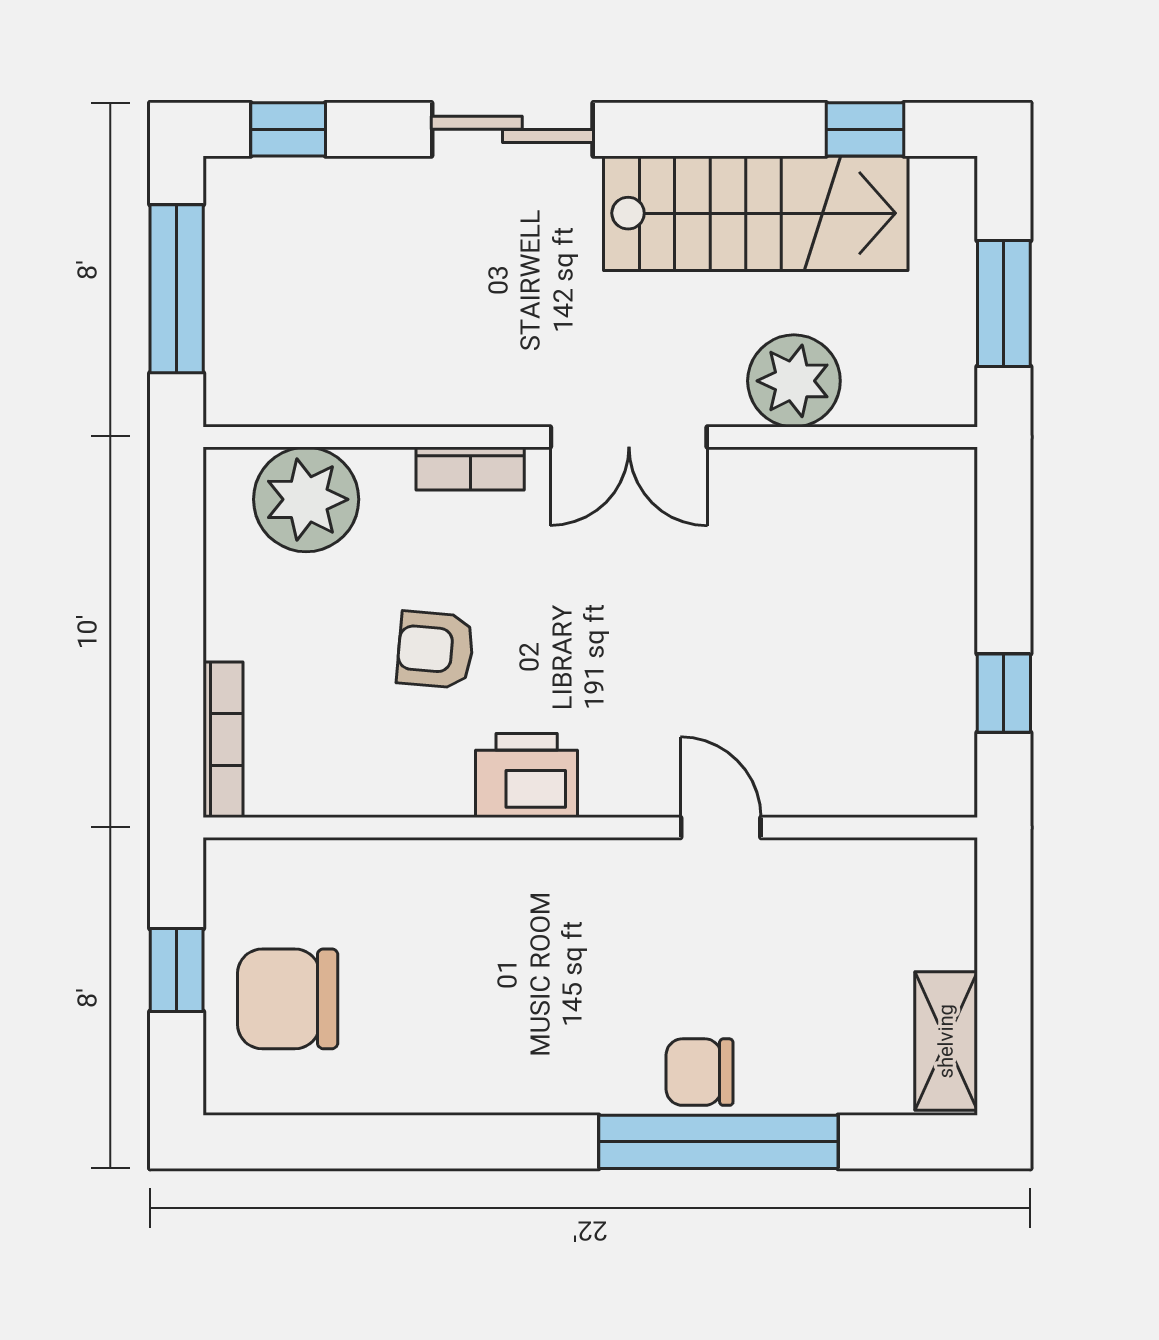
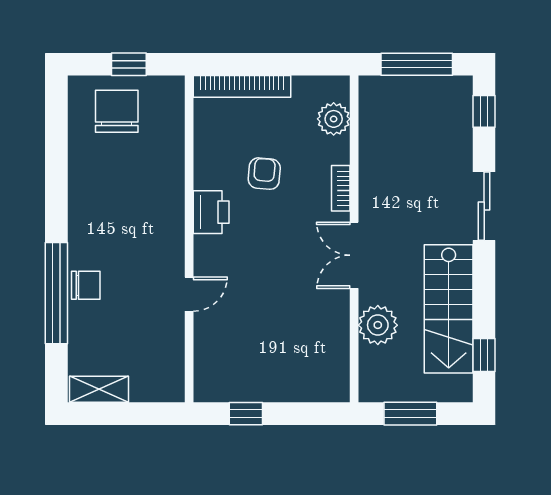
plant: (306, 499) -> (334, 119), width x0.73, depth x0.73
bookcase: (223, 740) -> (242, 86), width x1.48, depth x1.31
chair: (700, 1072) -> (86, 285), turned 90

